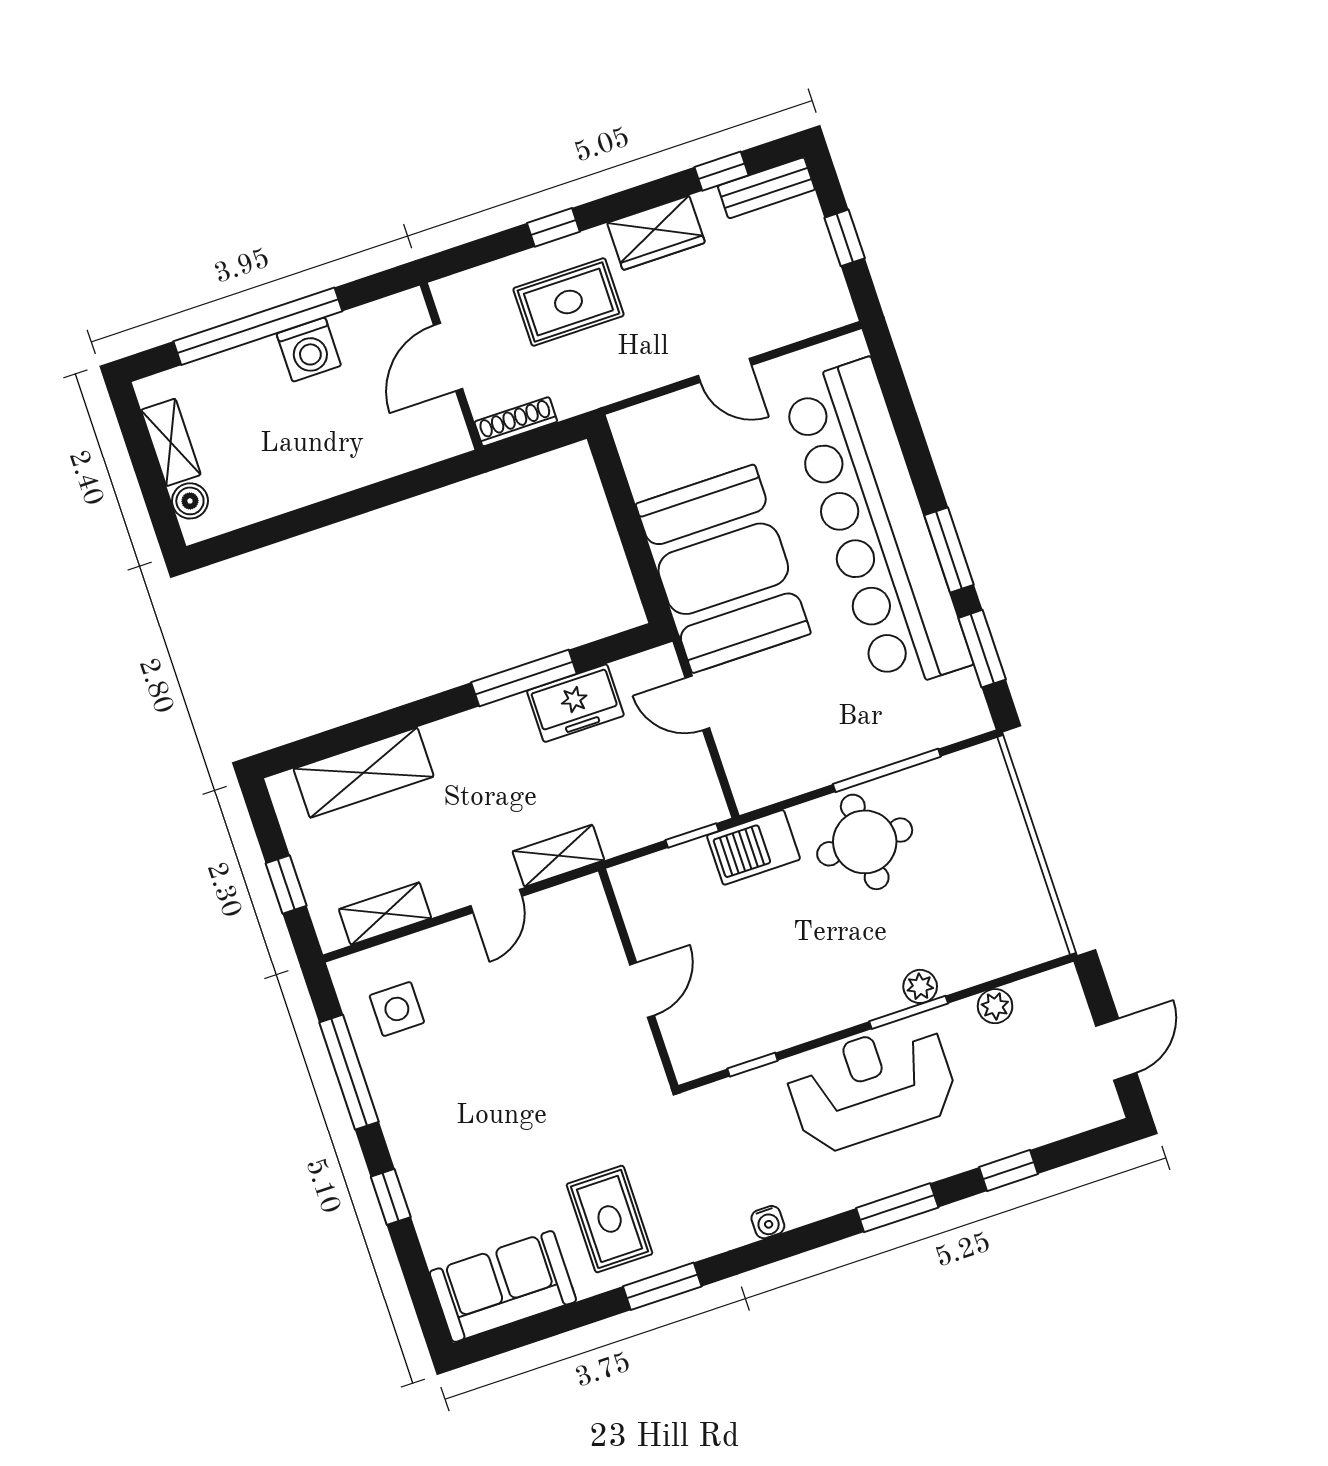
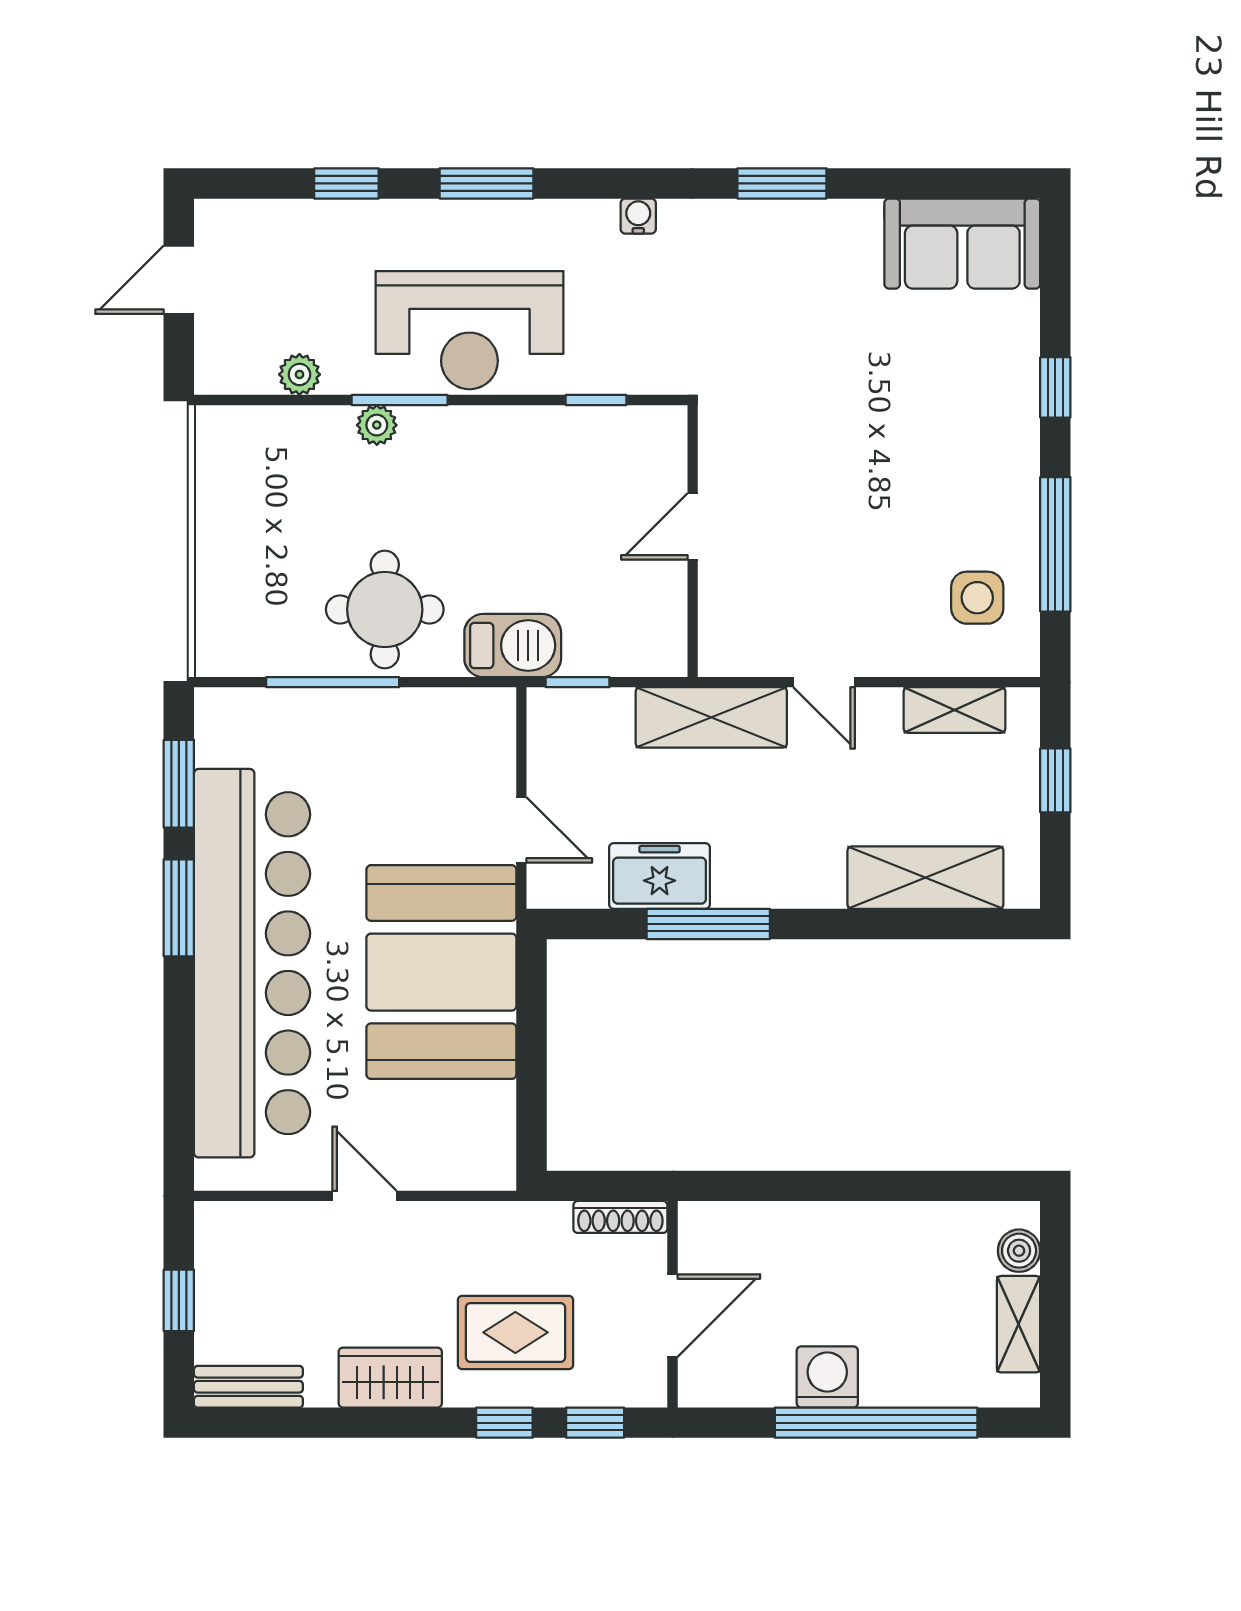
window: (722, 171) -> (595, 1423), moved
shelving: (558, 856) -> (711, 717), width x1.50, depth x1.33
door: (496, 901) -> (824, 682), swing flipped
rug: (610, 1219) -> (816, 280), removed

